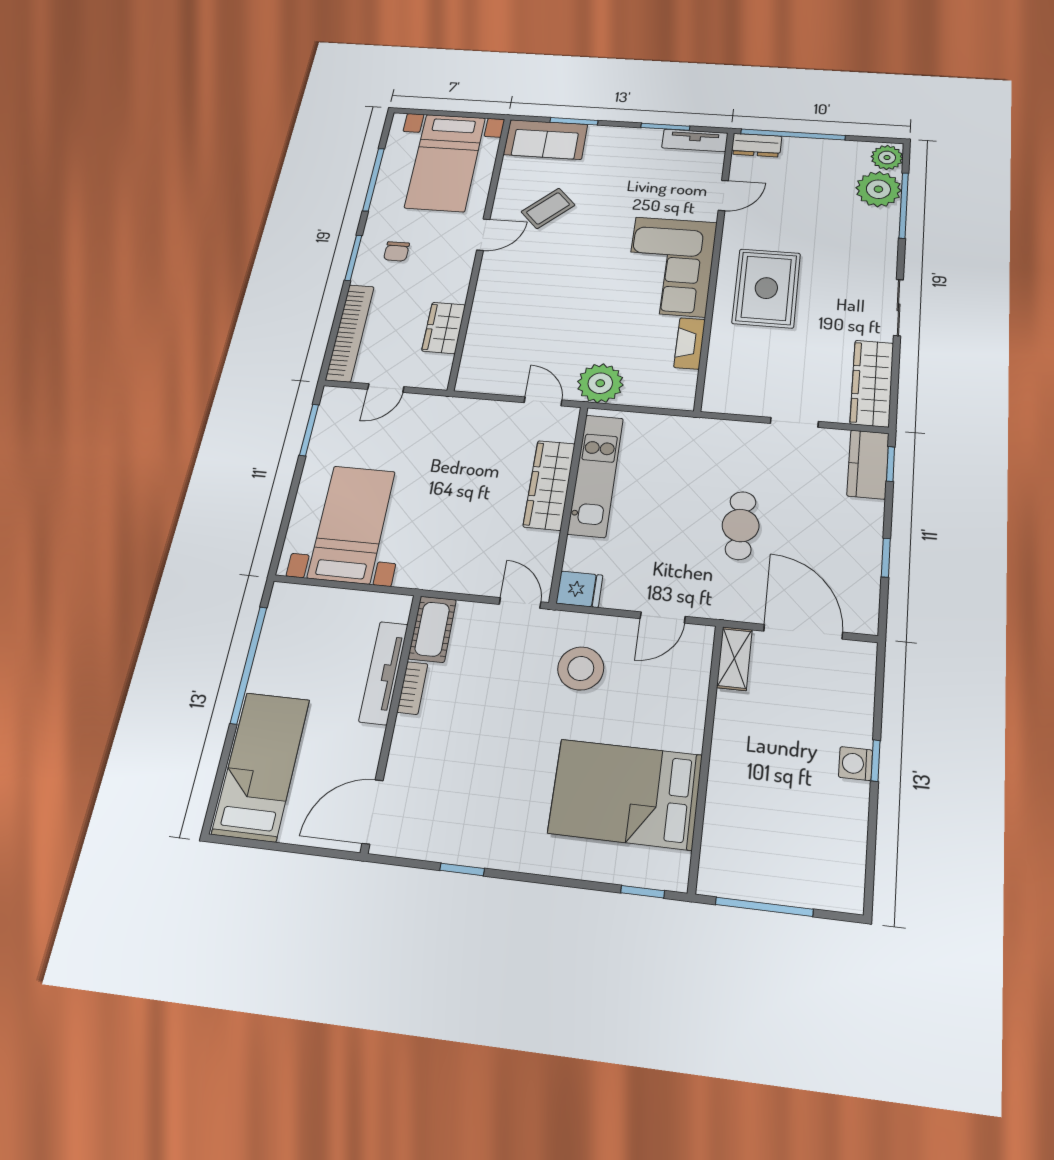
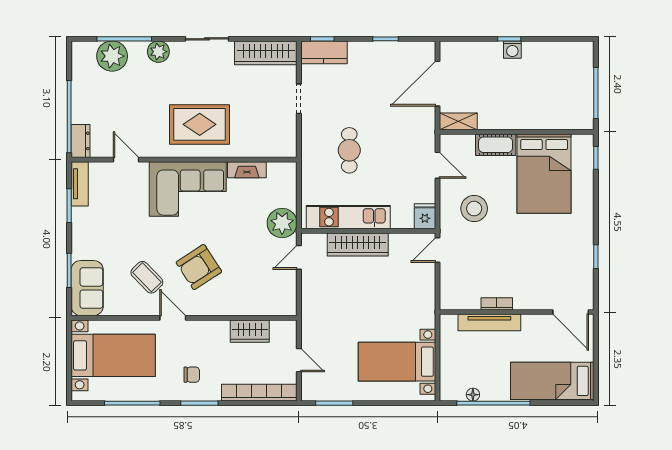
plant: (887, 157) -> (158, 52), moved
armchair: (552, 272) -> (199, 267), added
cafe table: (741, 525) -> (349, 150), moved, turned 90
cot: (432, 629) -> (496, 145), moved
floor lamp: (271, 634) -> (473, 395), added

